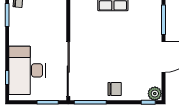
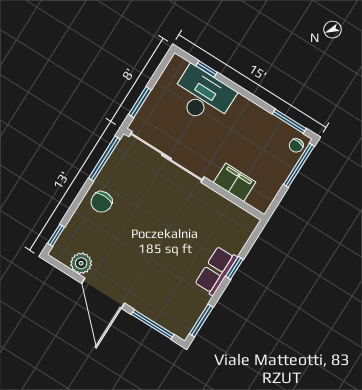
filing cabinet: (59, 24) -> (235, 182), added
desk: (27, 70) -> (203, 96), width x0.73, depth x0.77
plant: (155, 94) -> (81, 263), moved

